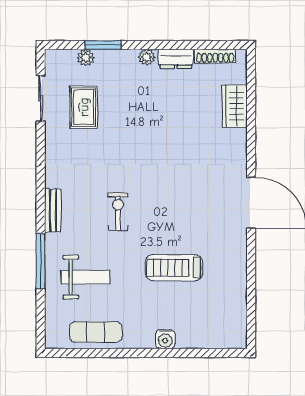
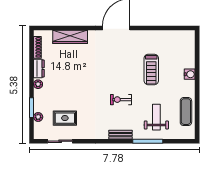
wardrobe: (235, 106) -> (70, 37), width x1.50

